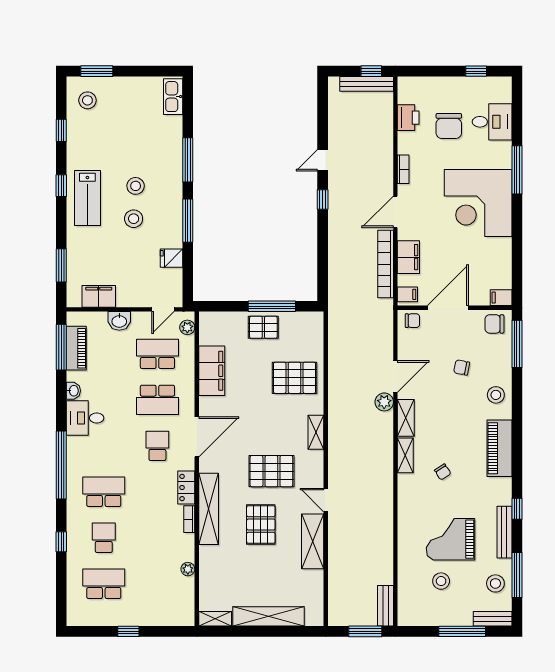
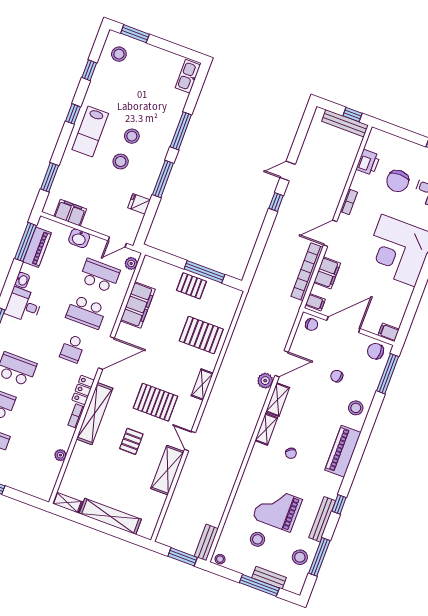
school desk: (157, 446) -> (73, 349), turned 180
pallet: (261, 524) -> (131, 441), width x0.67, depth x0.71
stool: (408, 618) -> (220, 559), added
bench: (493, 619) -> (269, 578), moved

